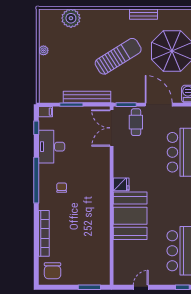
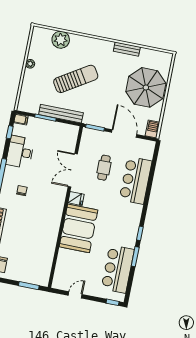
sun lounger: (118, 56) -> (76, 79), moved
cafe table: (136, 122) -> (104, 168), moved
double door: (112, 128) -> (73, 170), moved

